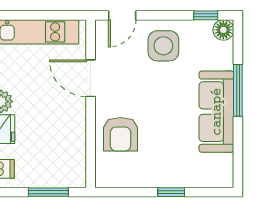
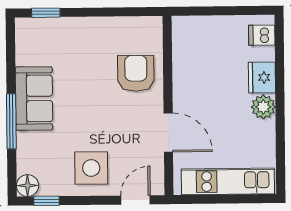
sofa: (216, 112) -> (34, 98), width x0.73
window: (48, 192) -> (212, 11), removed
window: (171, 192) -> (46, 13), moved

